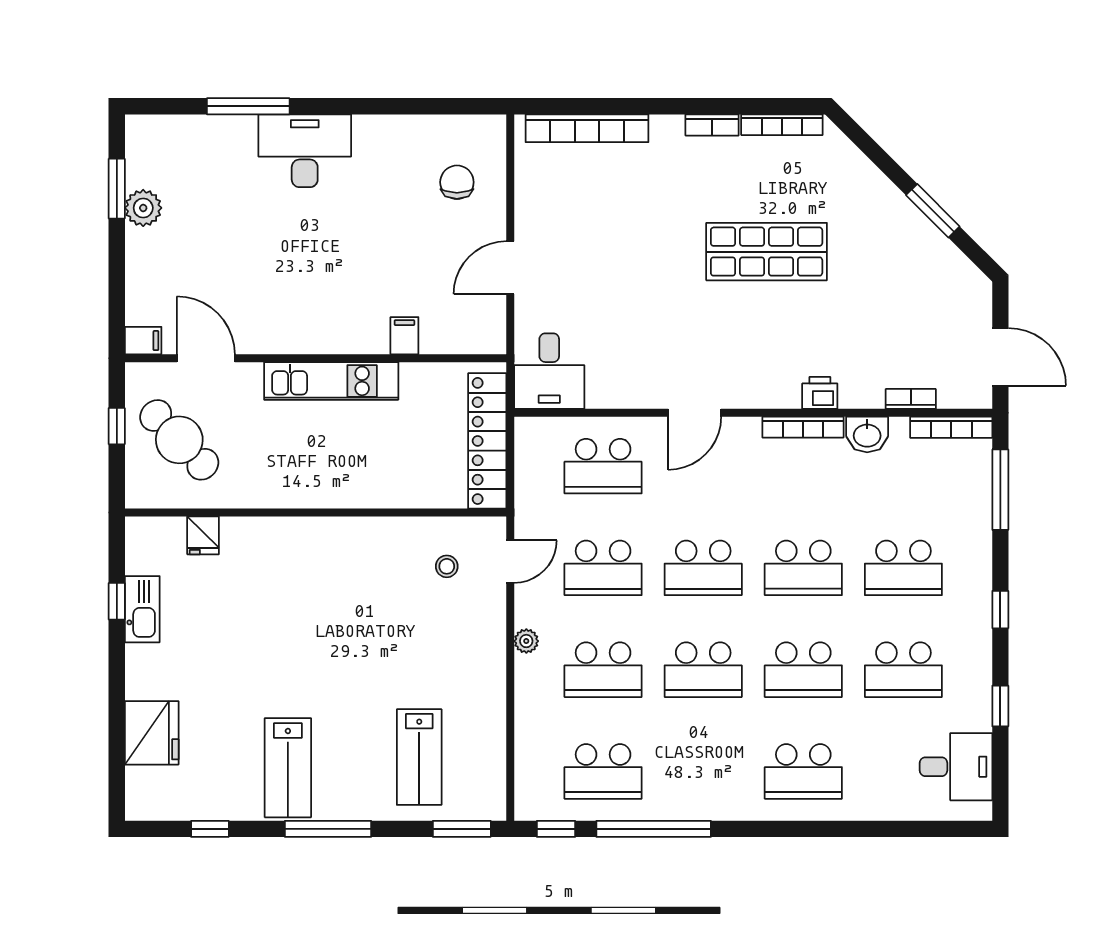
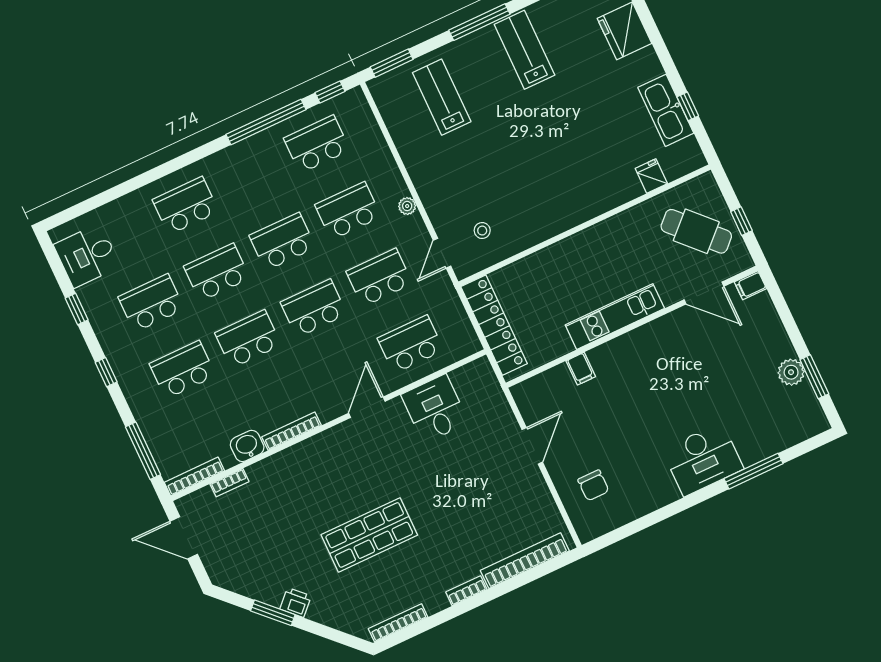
bookcase: (712, 125) -> (466, 591), moved
desk: (549, 371) -> (435, 409), moved
printer: (820, 393) -> (296, 602), moved, turned -135
kitchen sink: (142, 609) -> (666, 110), width x1.36, depth x1.24

